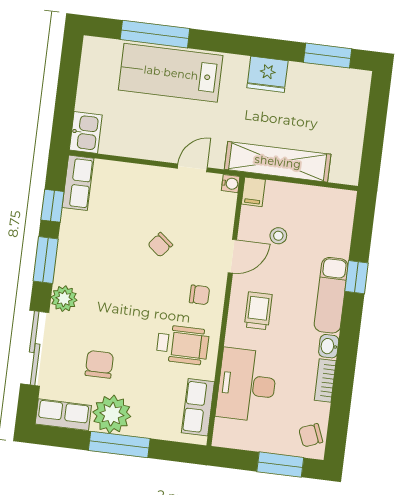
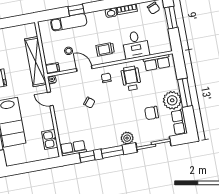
kitchen sink: (86, 132) -> (50, 139), moved, turned -90
exam couch: (331, 295) -> (69, 22), moved
desk: (247, 385) -> (136, 45), width x0.73

